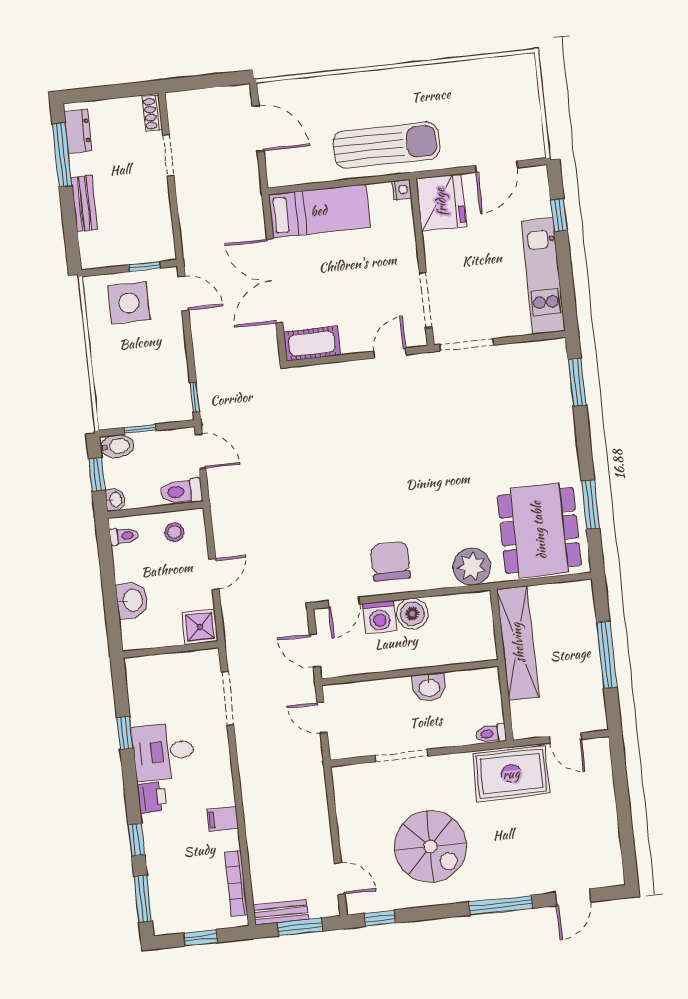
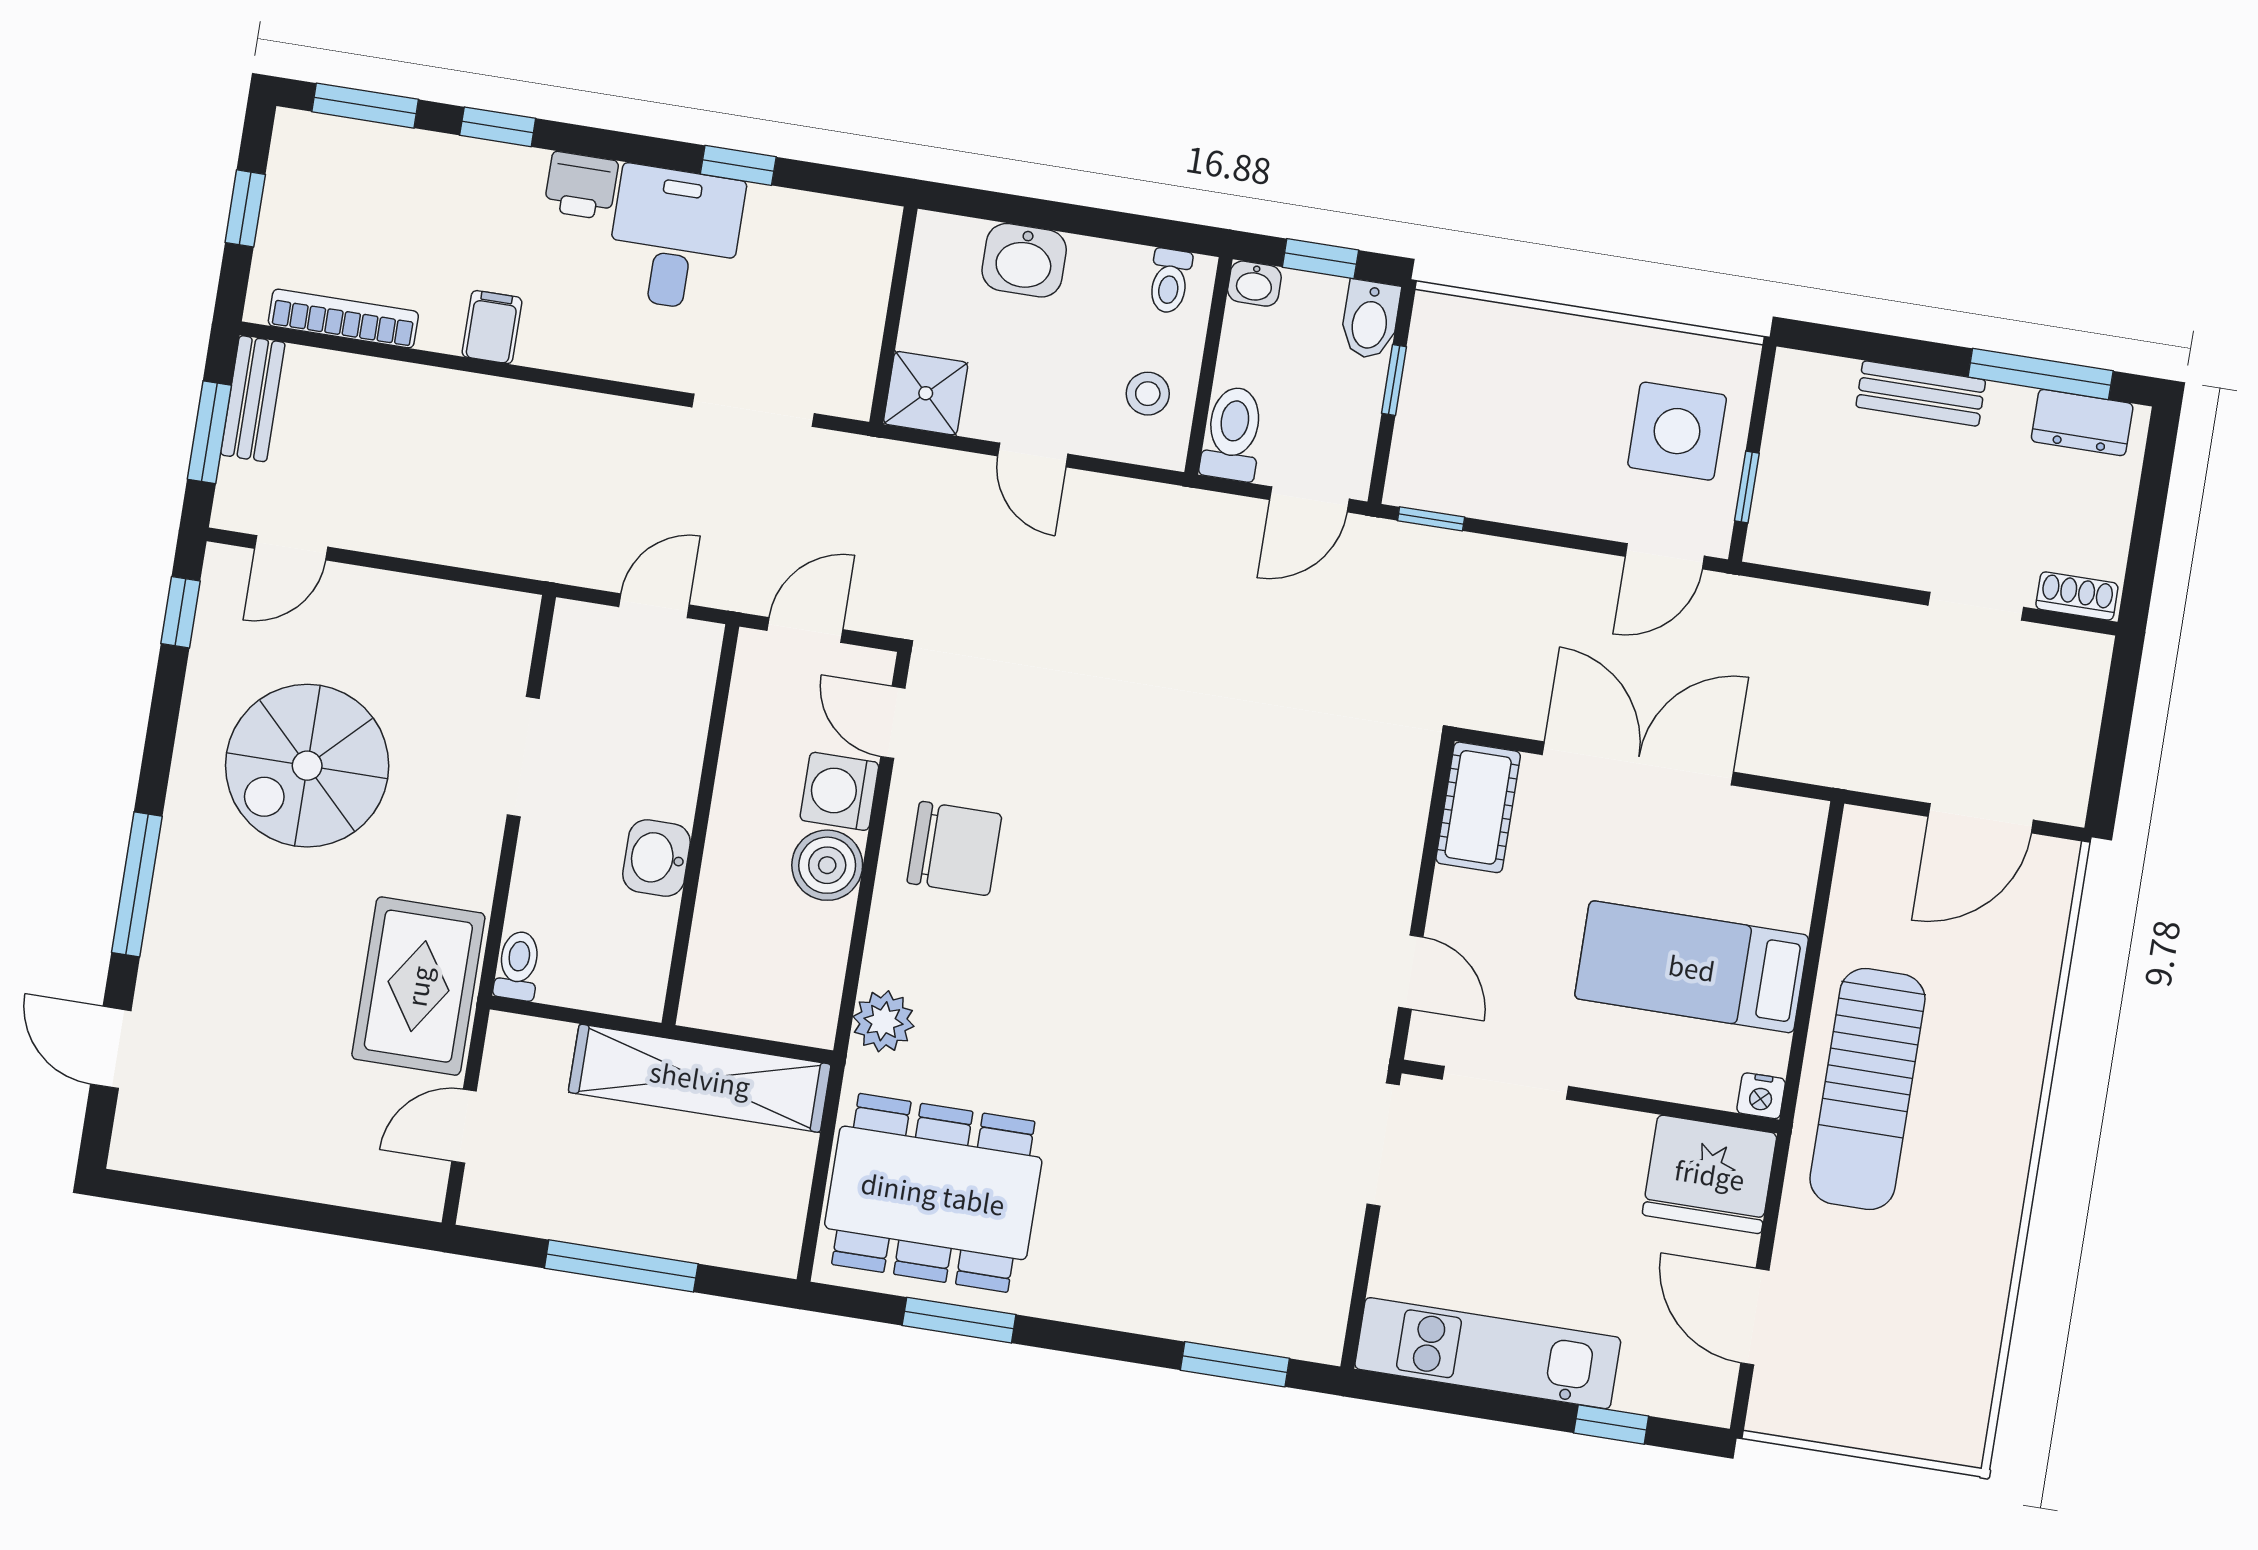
bed: (319, 211) -> (1692, 967), moved, turned 90
plant: (472, 567) -> (883, 1021), width x0.73, depth x0.73

